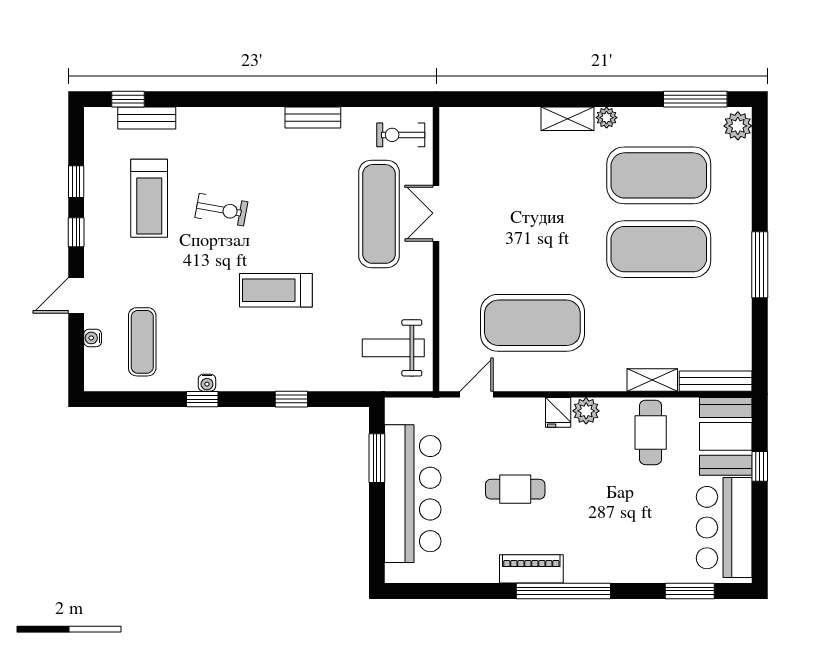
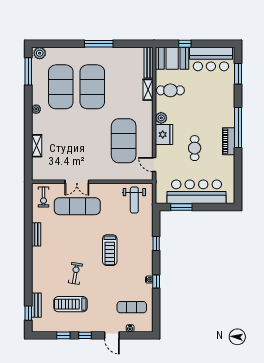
shelving: (567, 119) -> (37, 146), moved
treadmill: (149, 198) -> (71, 304), turned 180
fridge: (558, 412) -> (164, 135), width x1.88, depth x1.34

